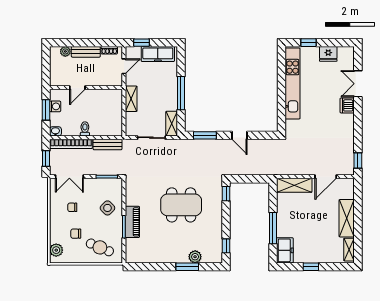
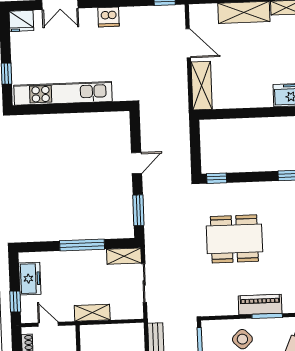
freezer: (158, 54) -> (30, 279), width x0.71
fridge: (328, 54) -> (21, 21), moved, turned 90
dishwasher: (347, 105) -> (108, 17), moved
dining table: (181, 205) -> (234, 239), turned 90
window: (273, 228) -> (261, 112), removed

